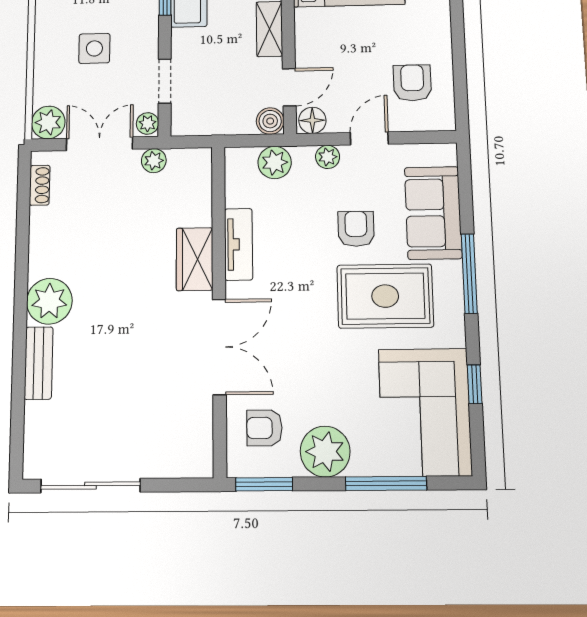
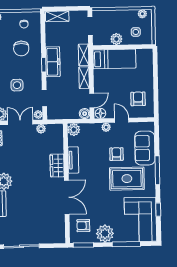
door: (369, 138) -> (122, 120), hinge flipped
plant: (275, 162) -> (74, 130), moved

